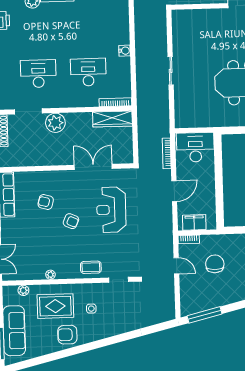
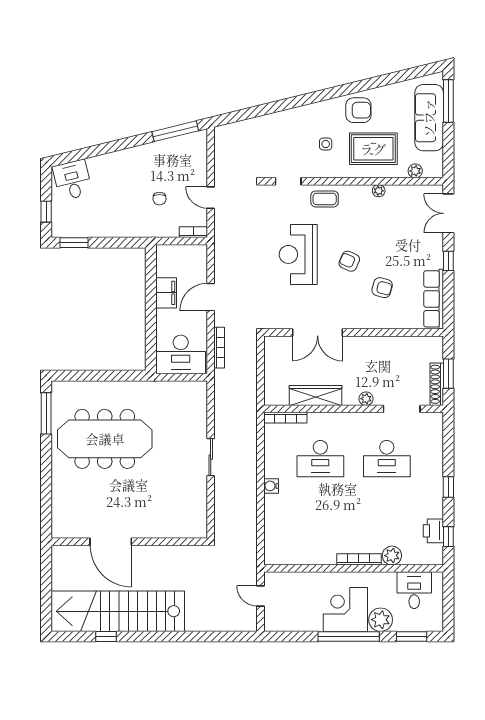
wardrobe: (112, 119) -> (315, 395), moved
plant: (55, 123) -> (366, 399), width x0.53, depth x0.53
reception desk: (111, 210) -> (298, 254), moved, turned 180
filing cabinet: (194, 222) -> (166, 293), moved, turned -90
chair: (215, 264) -> (159, 199), width x0.54, depth x0.54

